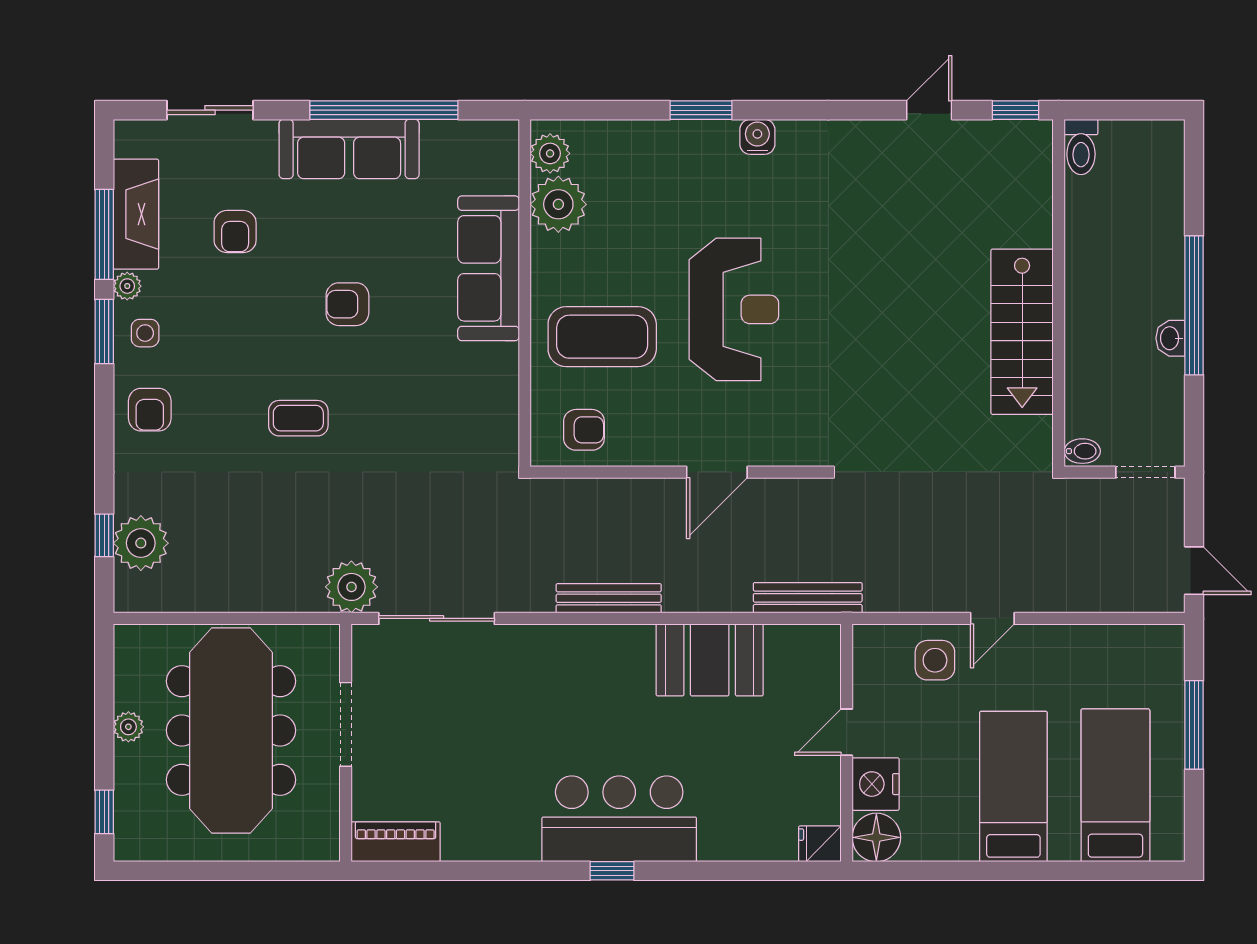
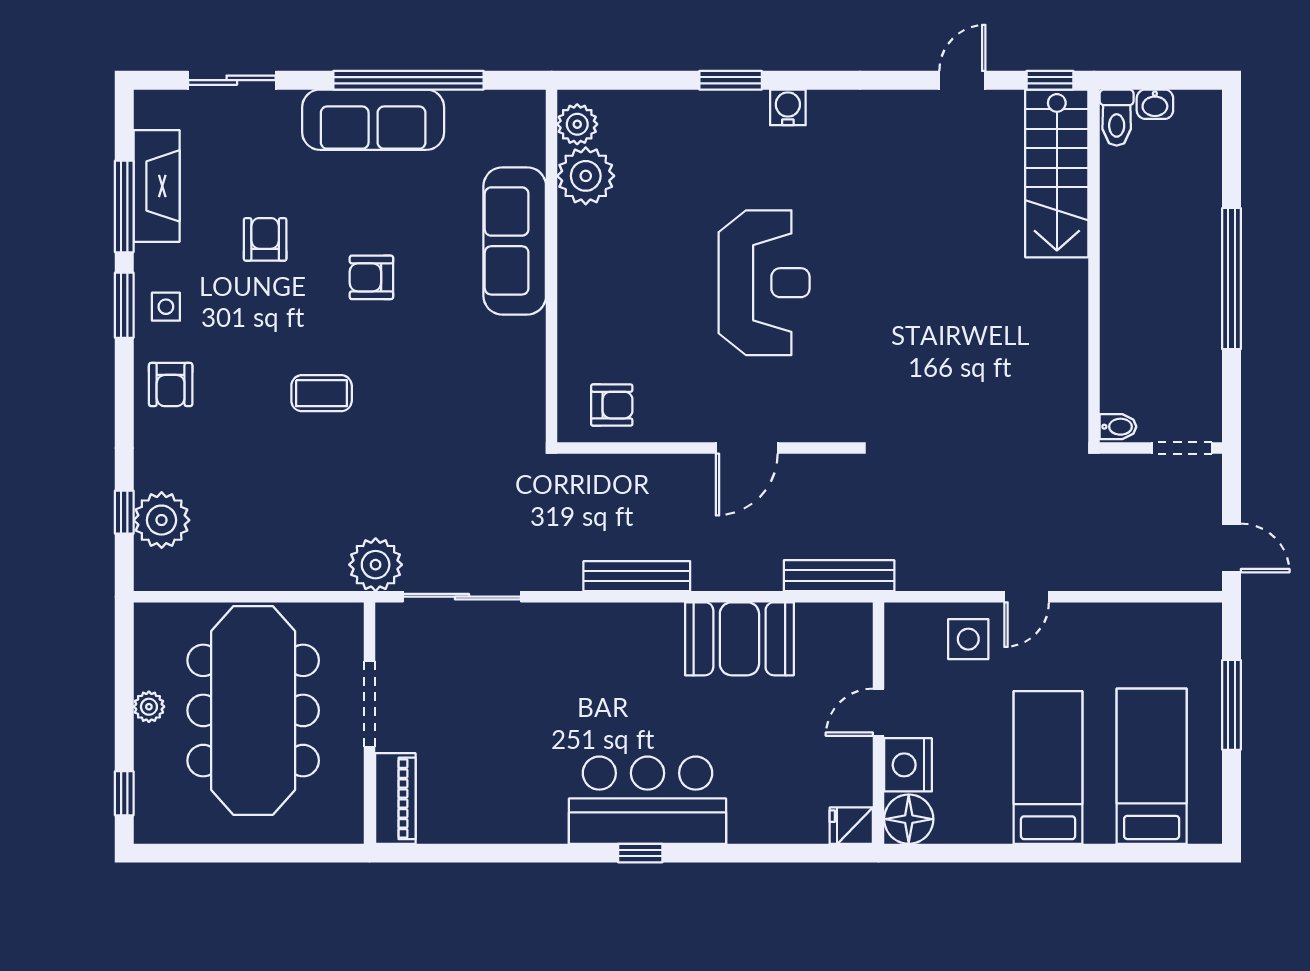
armchair: (235, 232) -> (265, 239), moved, turned 180
plant: (127, 286) -> (148, 259), removed
stairs: (1022, 332) -> (1057, 173), moved
coffee table: (602, 337) -> (630, 310), removed
washbasin: (1170, 338) -> (1155, 104), moved, turned -90
piano: (396, 842) -> (395, 798), moved, turned 90

